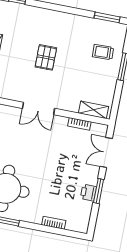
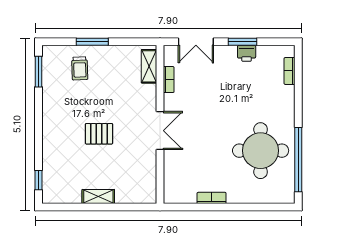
bookcase: (54, 223) -> (290, 71), moved

